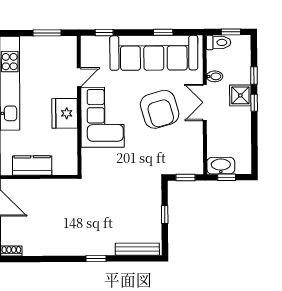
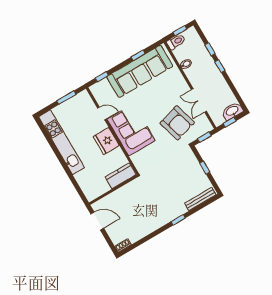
door: (79, 77) -> (102, 113), hinge flipped
shower: (240, 95) -> (209, 67), removed
double door: (205, 102) -> (199, 100), moved
armchair: (160, 109) -> (177, 123), moved
kitchen counter: (32, 165) -> (121, 176), moved
washbasin: (221, 166) -> (232, 111), moved

